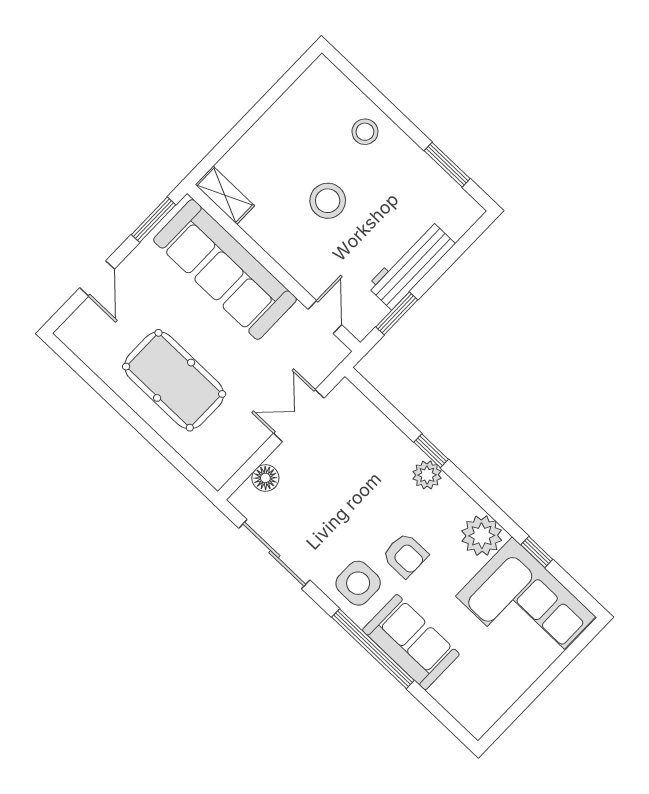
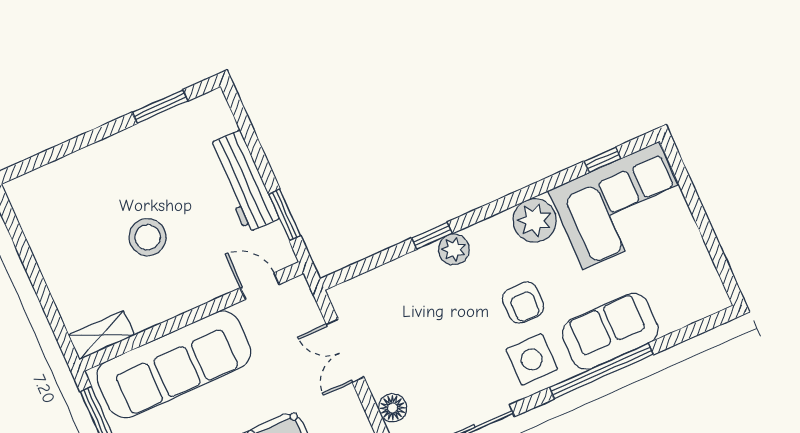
stool: (365, 132) -> (95, 174), removed
window: (537, 552) -> (602, 160), moved
armchair: (405, 555) -> (523, 303), turned 90

